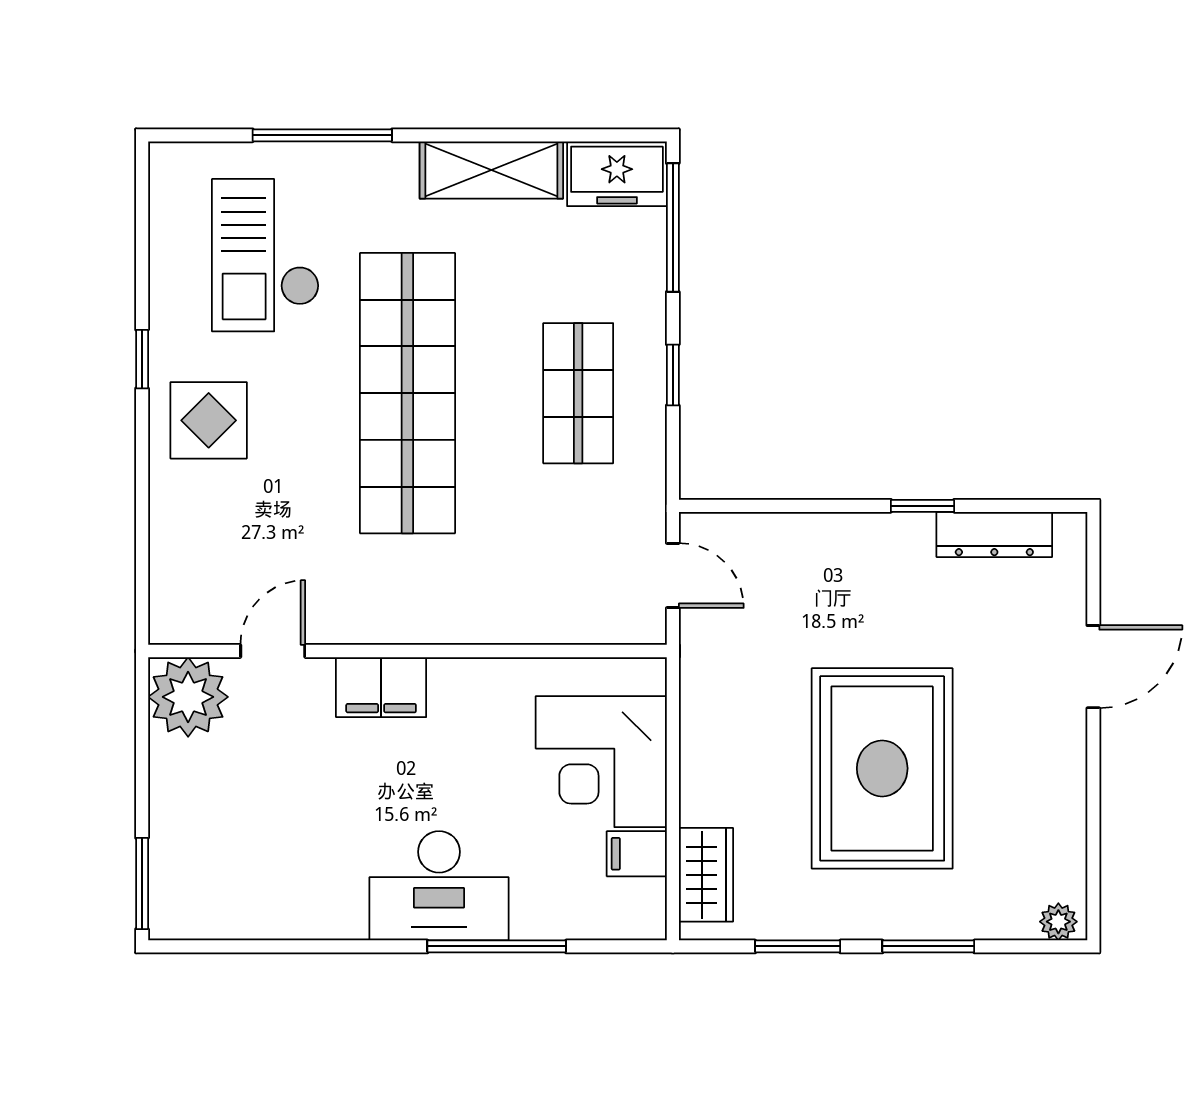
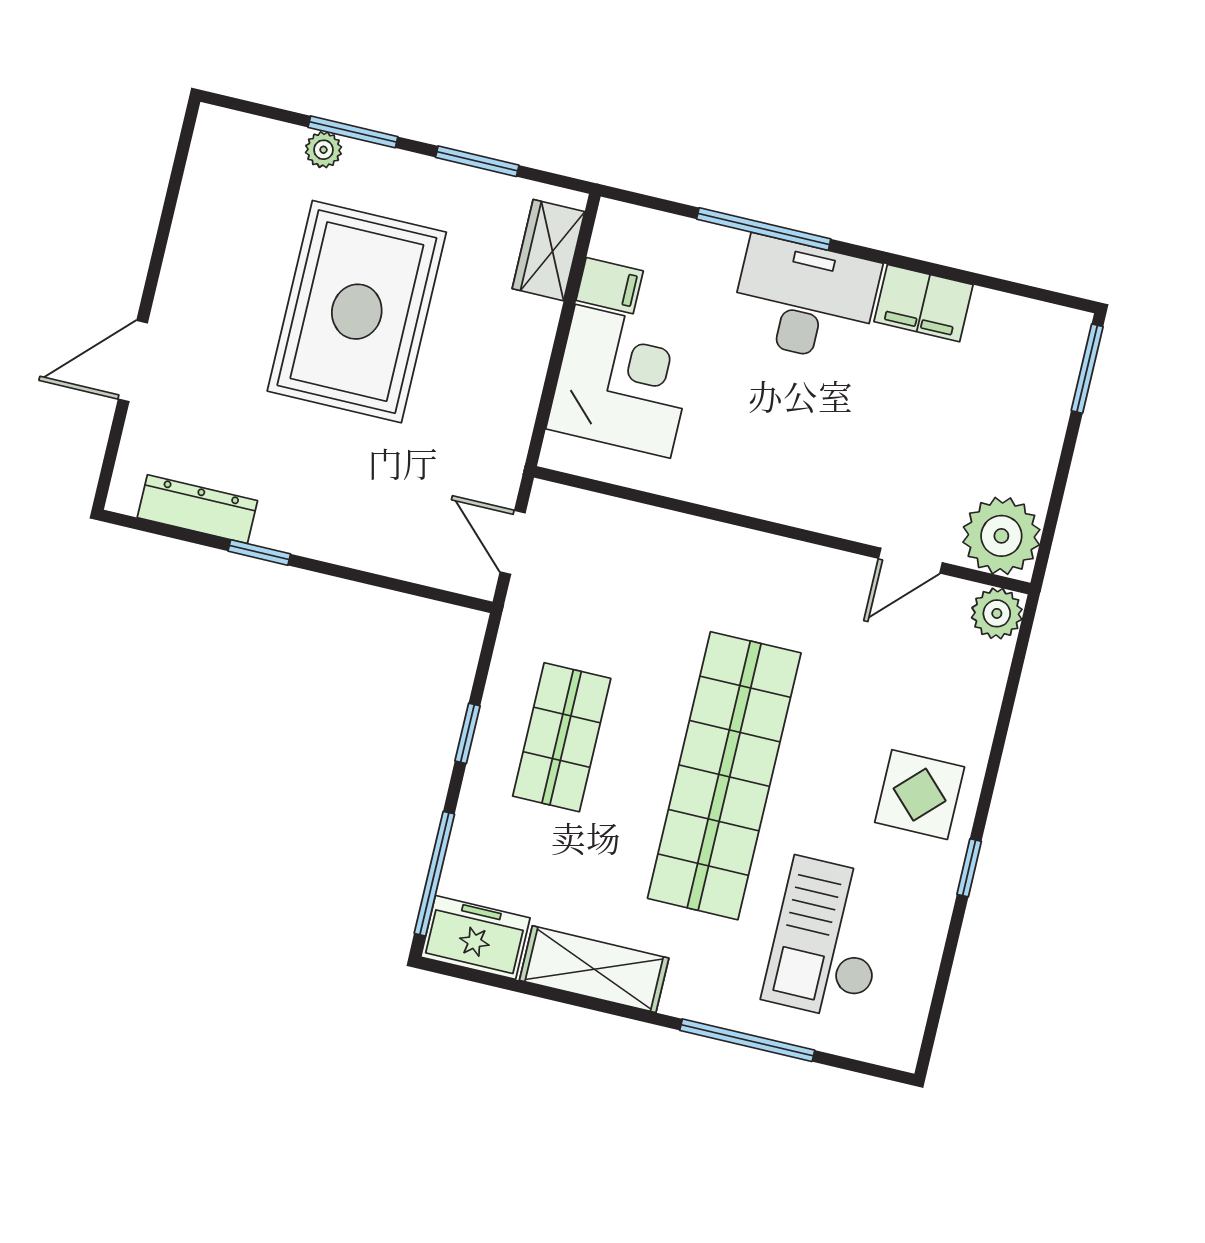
checkout: (266, 255) -> (828, 939), turned 180
plant: (174, 619) -> (997, 613), added
filing cabinet: (381, 687) -> (923, 303), moved, turned 180
plant: (1058, 922) -> (323, 150), moved

